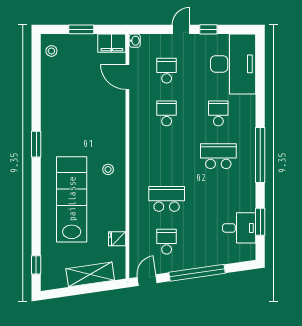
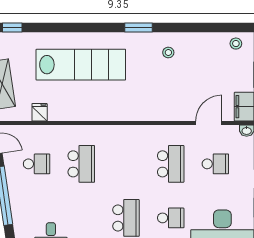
school desk: (167, 113) -> (171, 164), width x1.85
stool: (108, 169) -> (168, 52), moved

